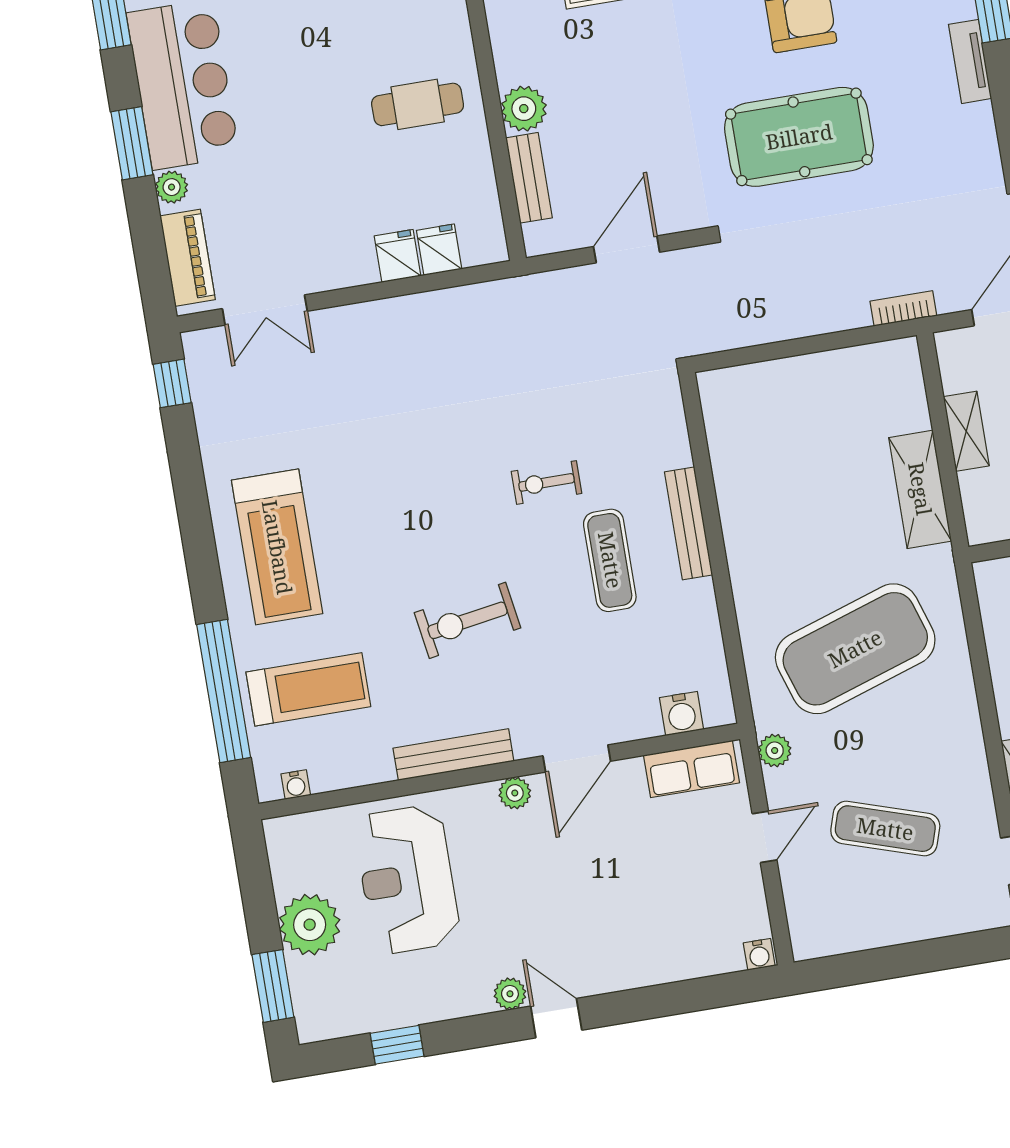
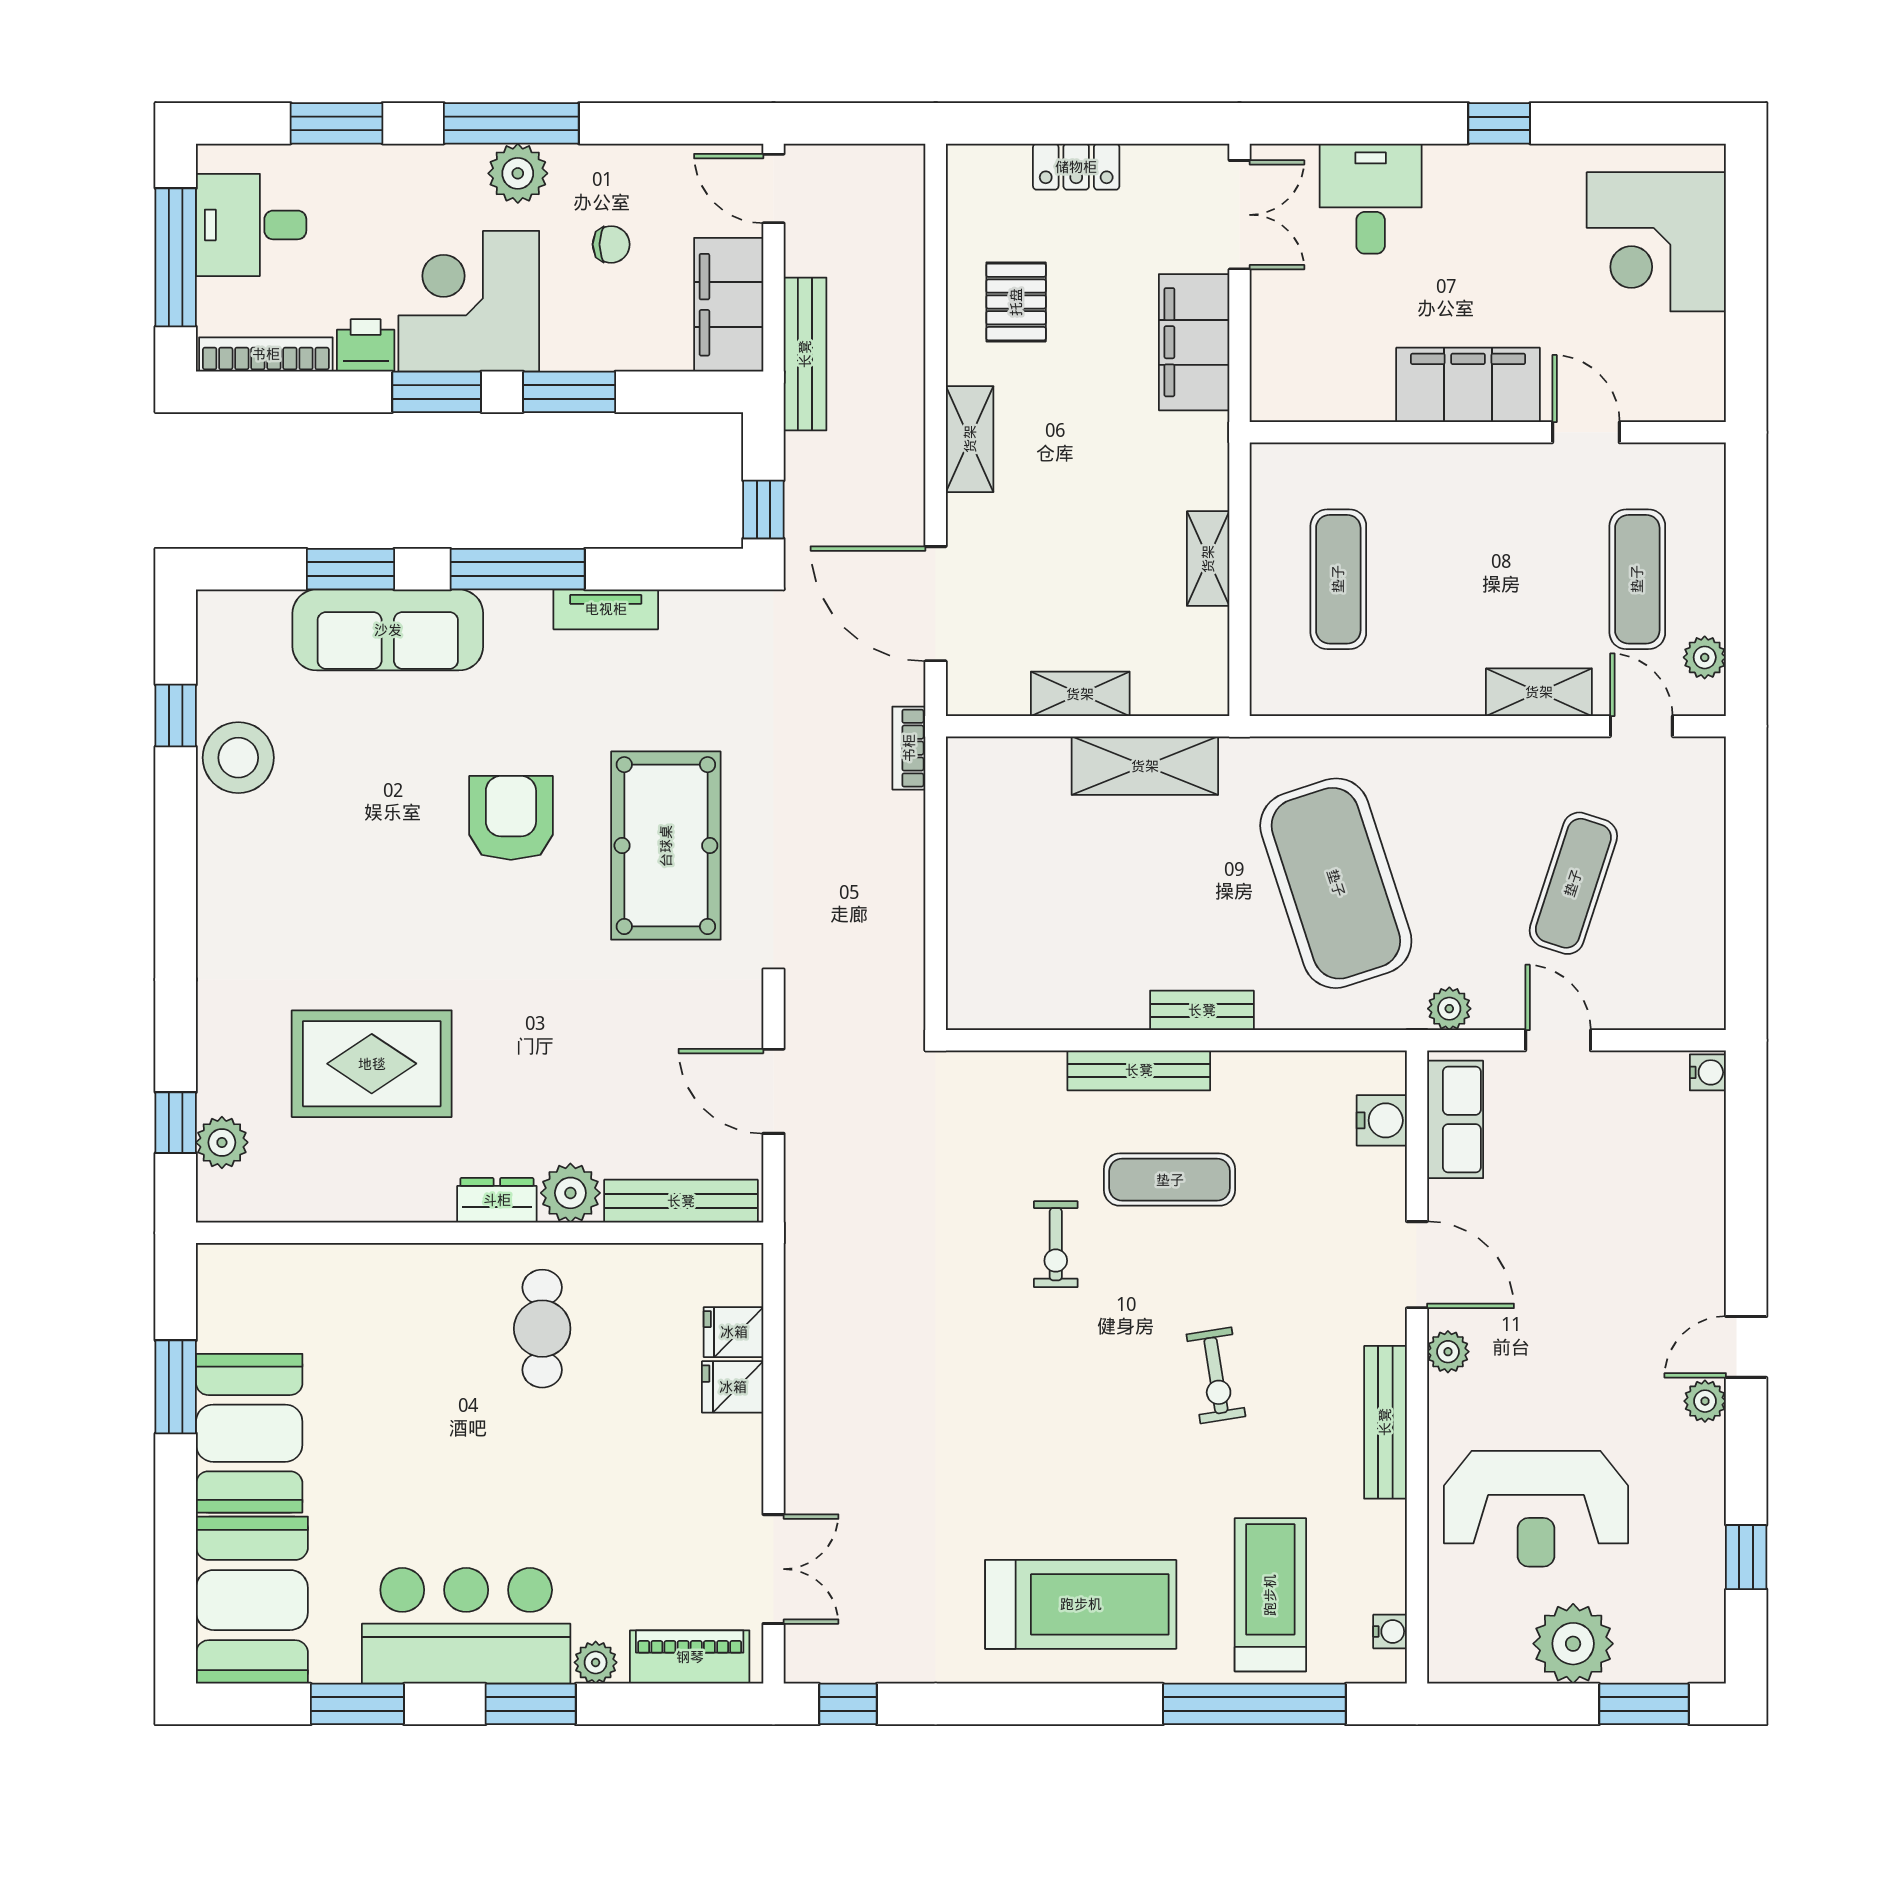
dresser: (509, 54) -> (497, 1200), added
bench: (529, 178) -> (681, 1201), width x1.36
bench: (742, 563) -> (1202, 1010), added
exercise bike: (467, 620) -> (1216, 1375), width x0.73, depth x0.72

